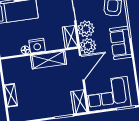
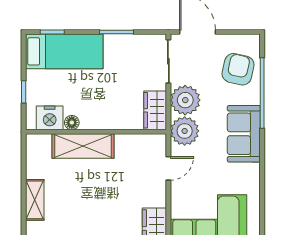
nightstand: (37, 46) -> (50, 118), moved
shelving: (49, 60) -> (83, 146), moved
door: (82, 68) -> (168, 168), width x0.53

